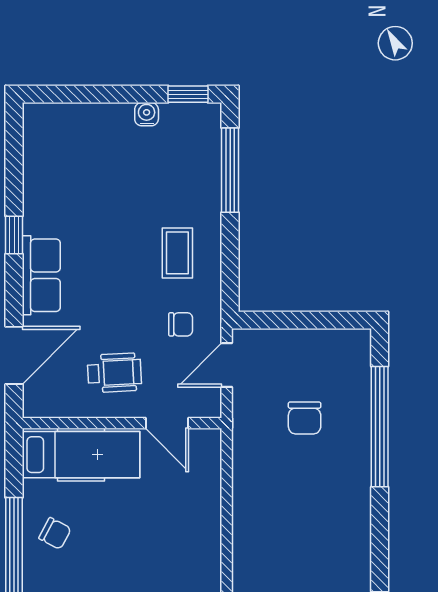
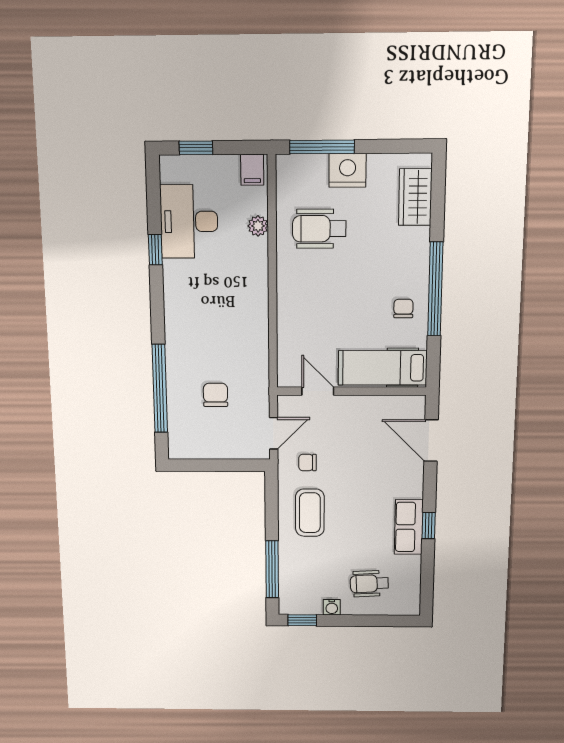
coffee table: (177, 253) -> (310, 513), width x1.36, depth x1.30
row of seats: (41, 275) -> (409, 527), moved
door: (14, 355) -> (431, 441), hinge flipped
wheelchair: (114, 373) -> (369, 584), moved
chair: (55, 533) -> (403, 308), turned 62

